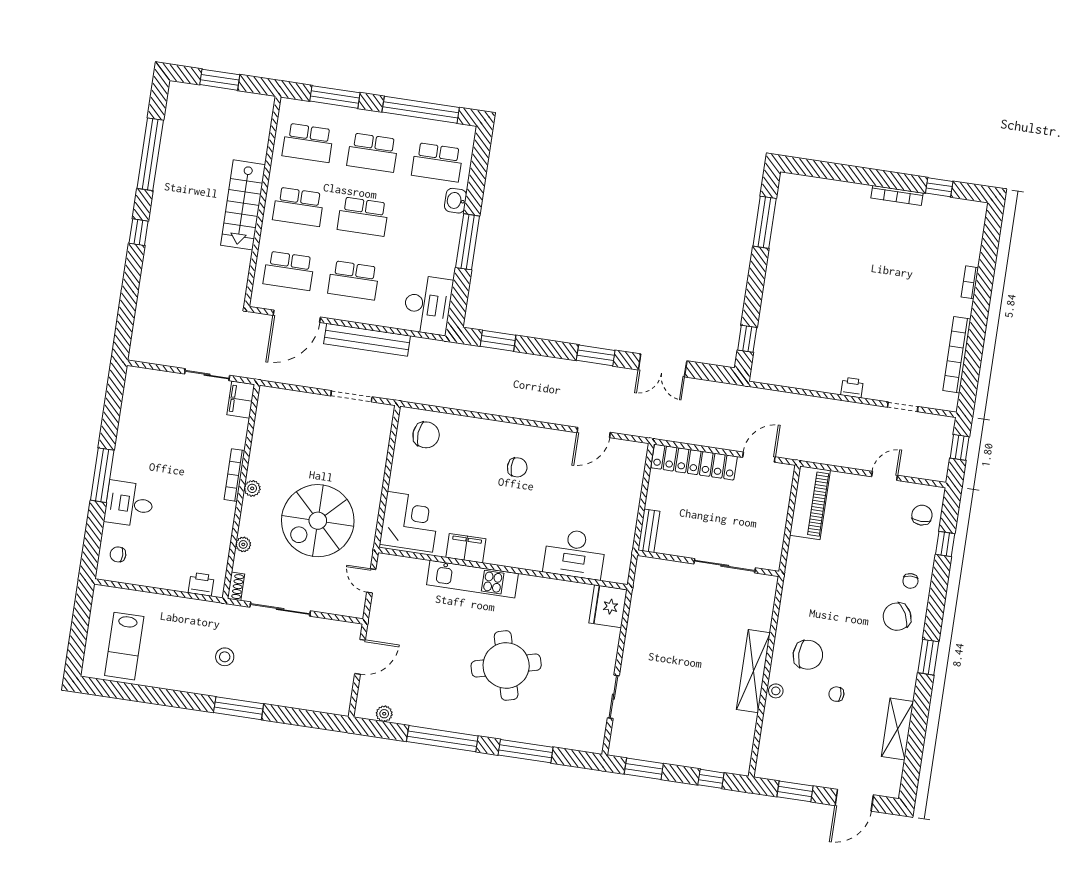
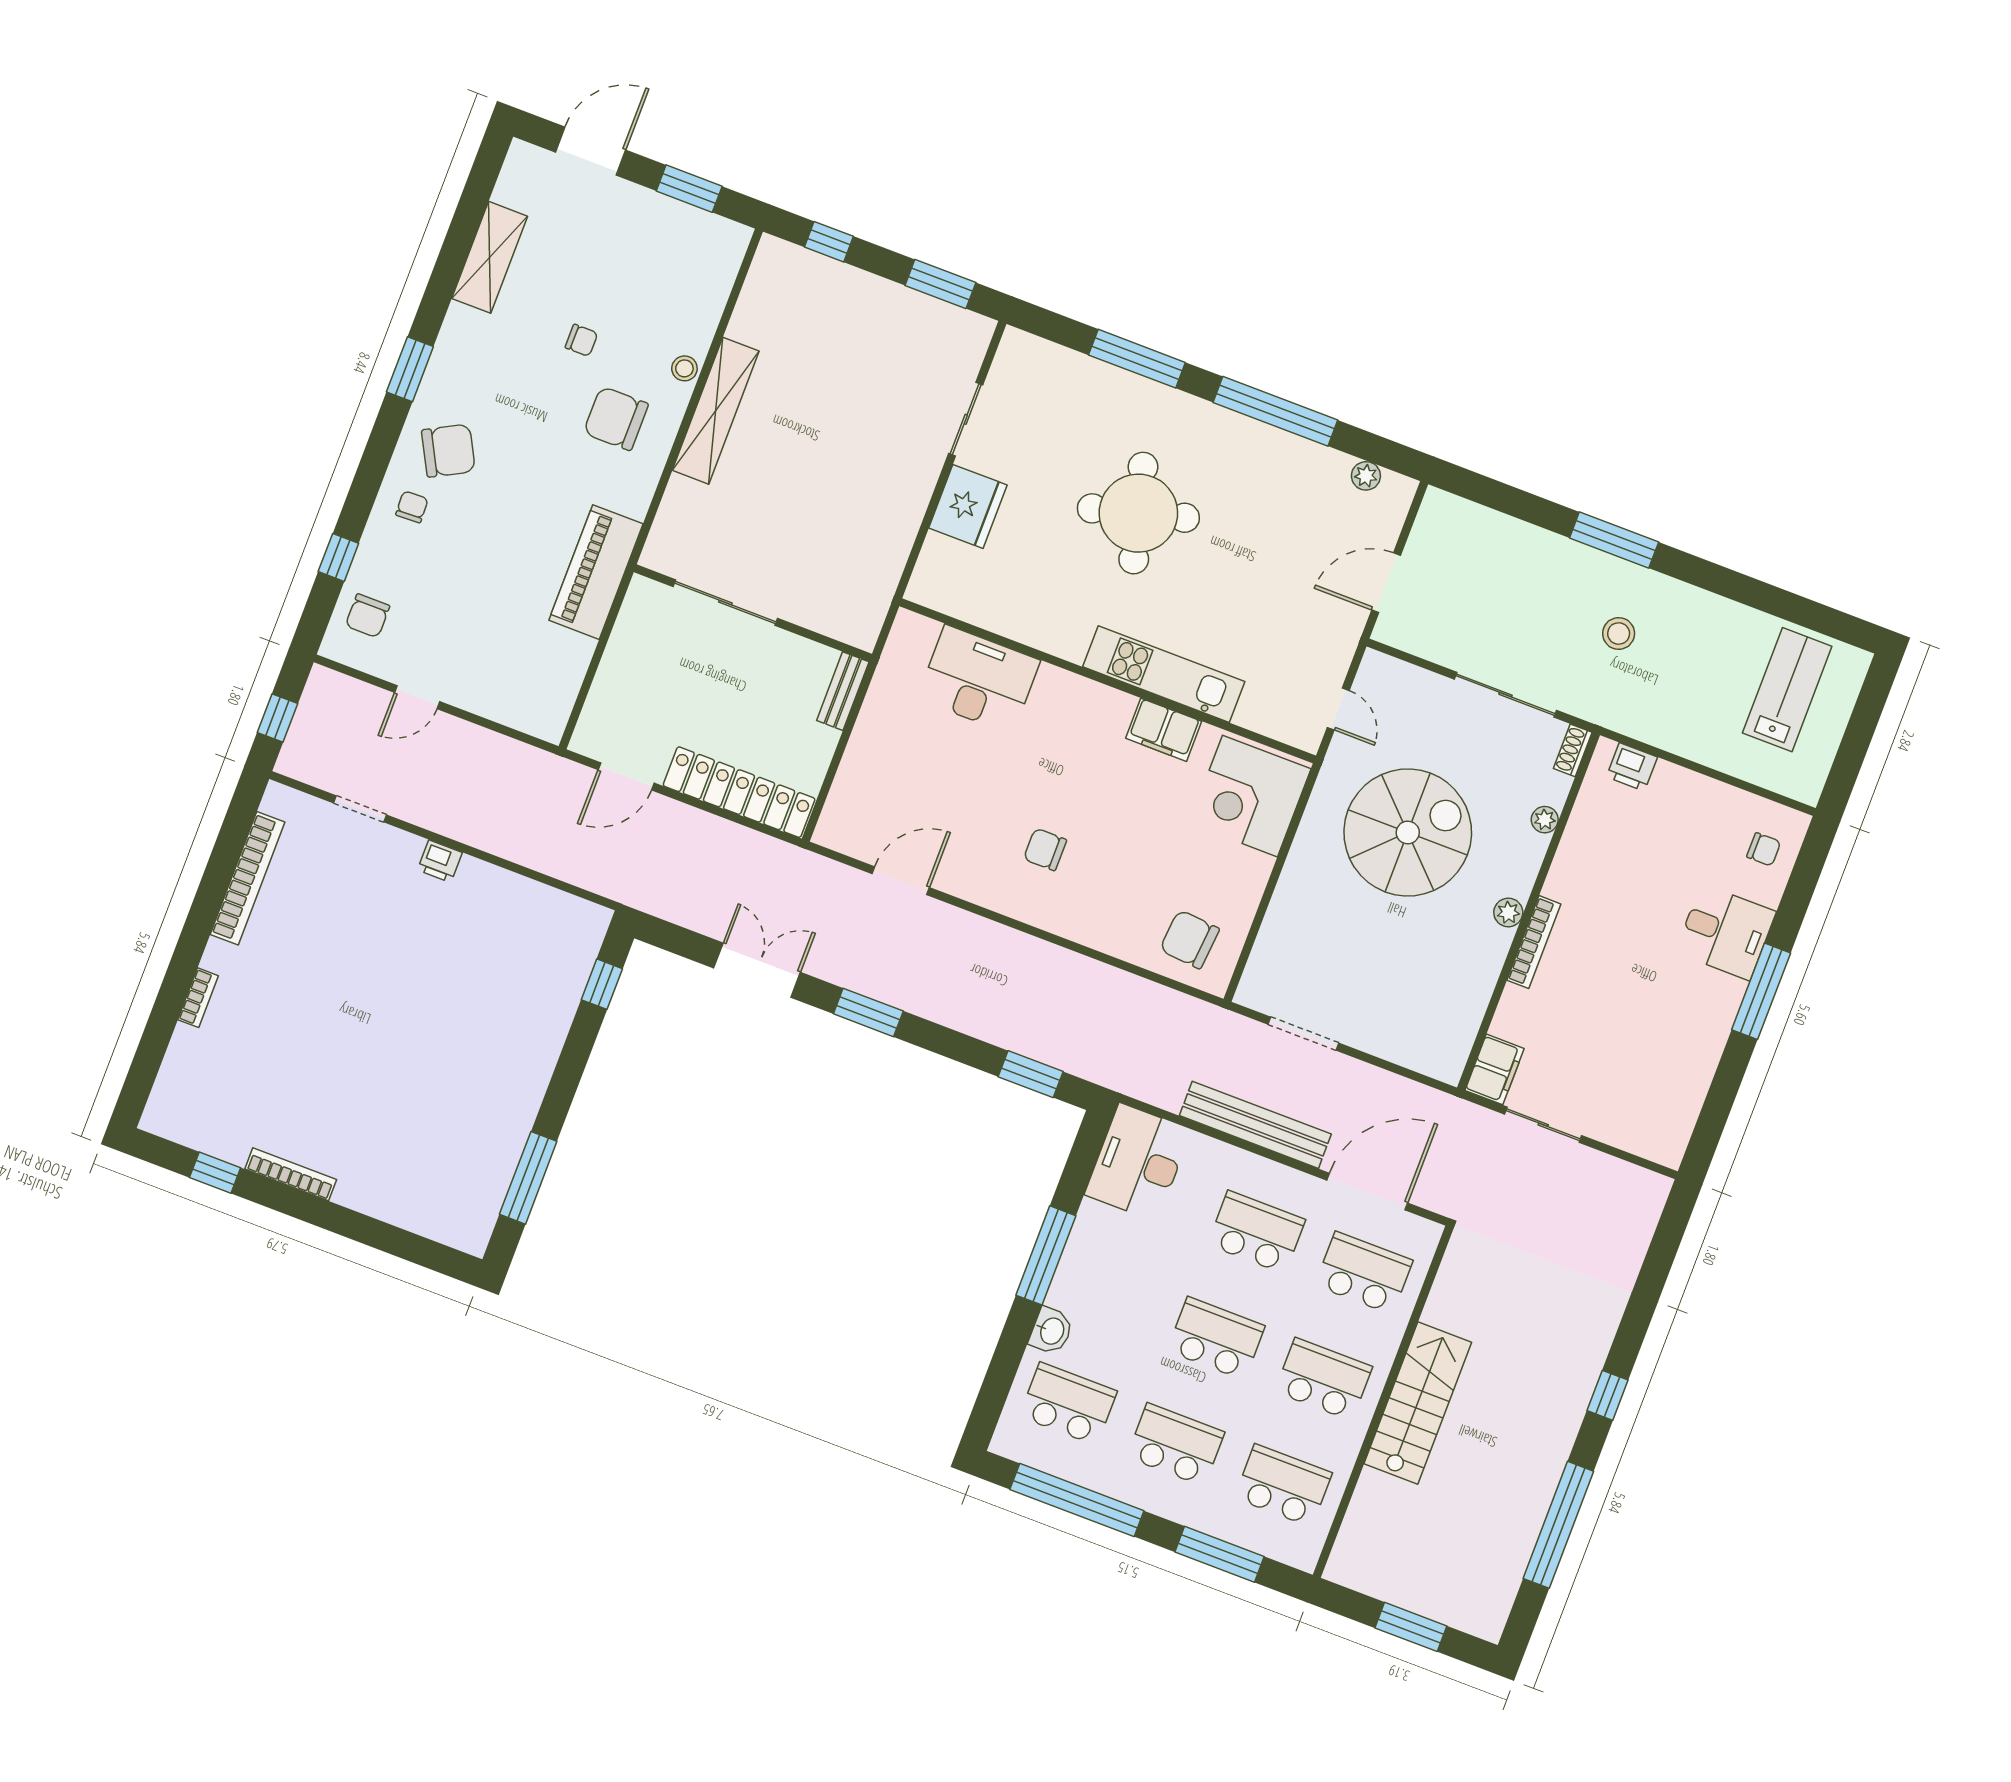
piano: (810, 503) -> (596, 572), moved
fridge: (608, 606) -> (968, 506), moved

